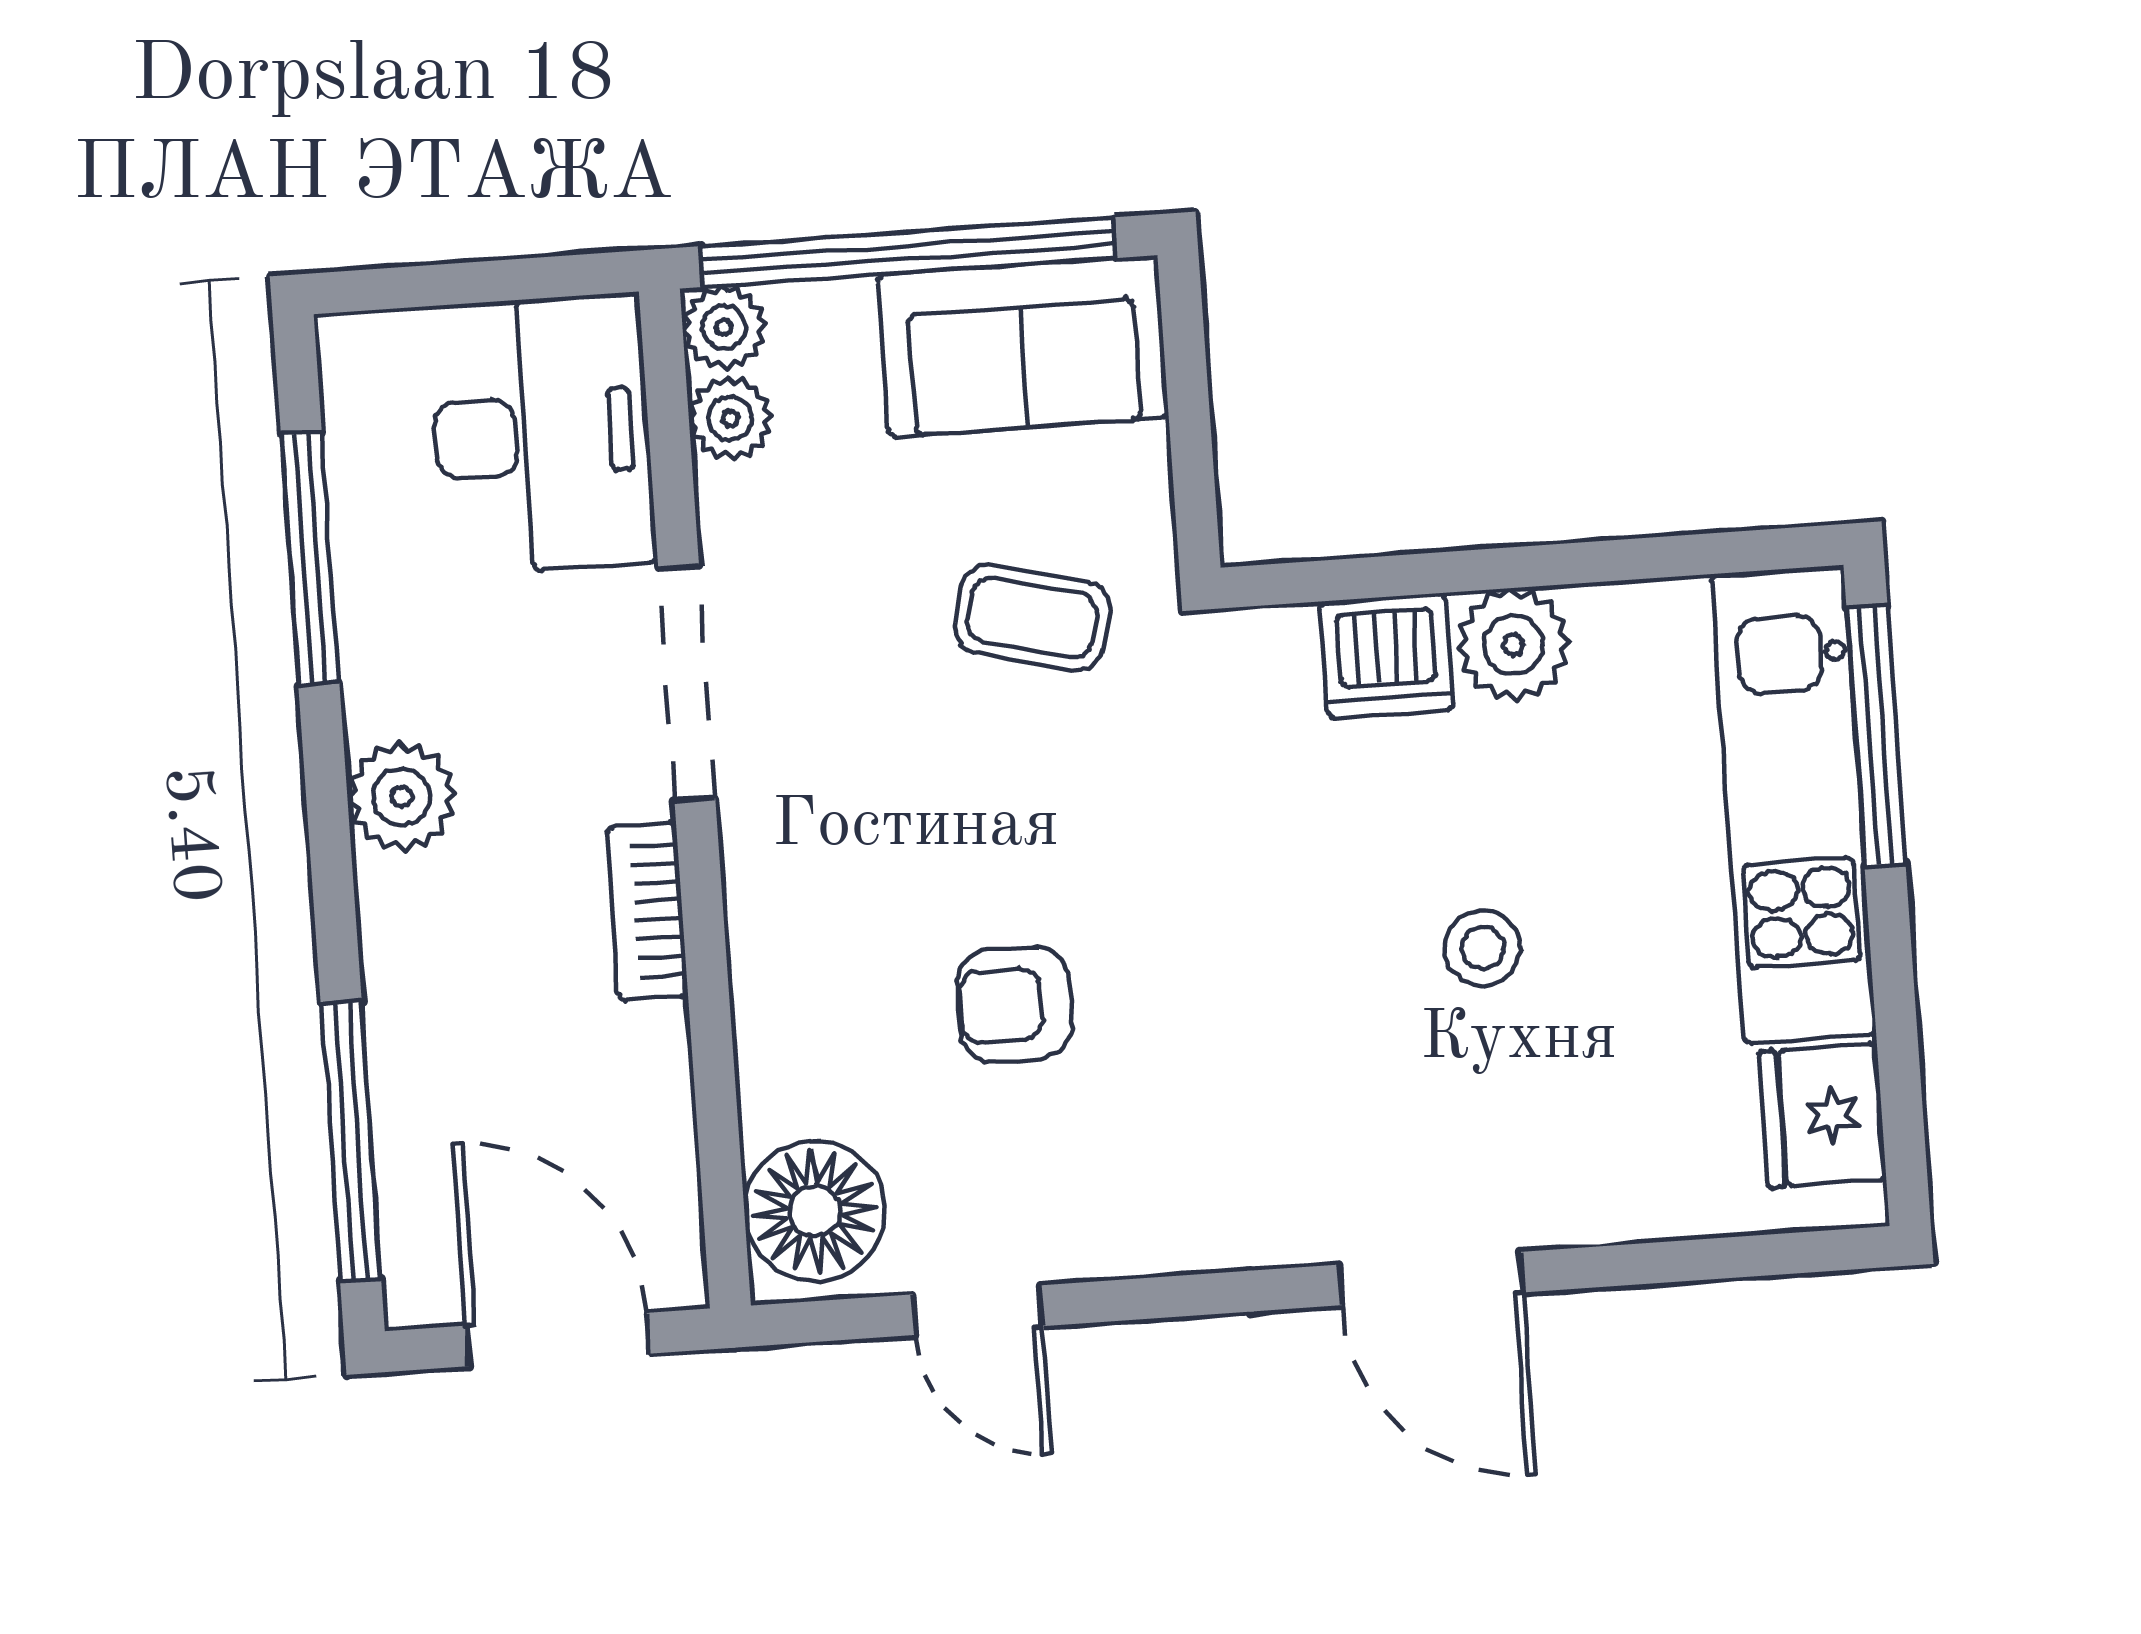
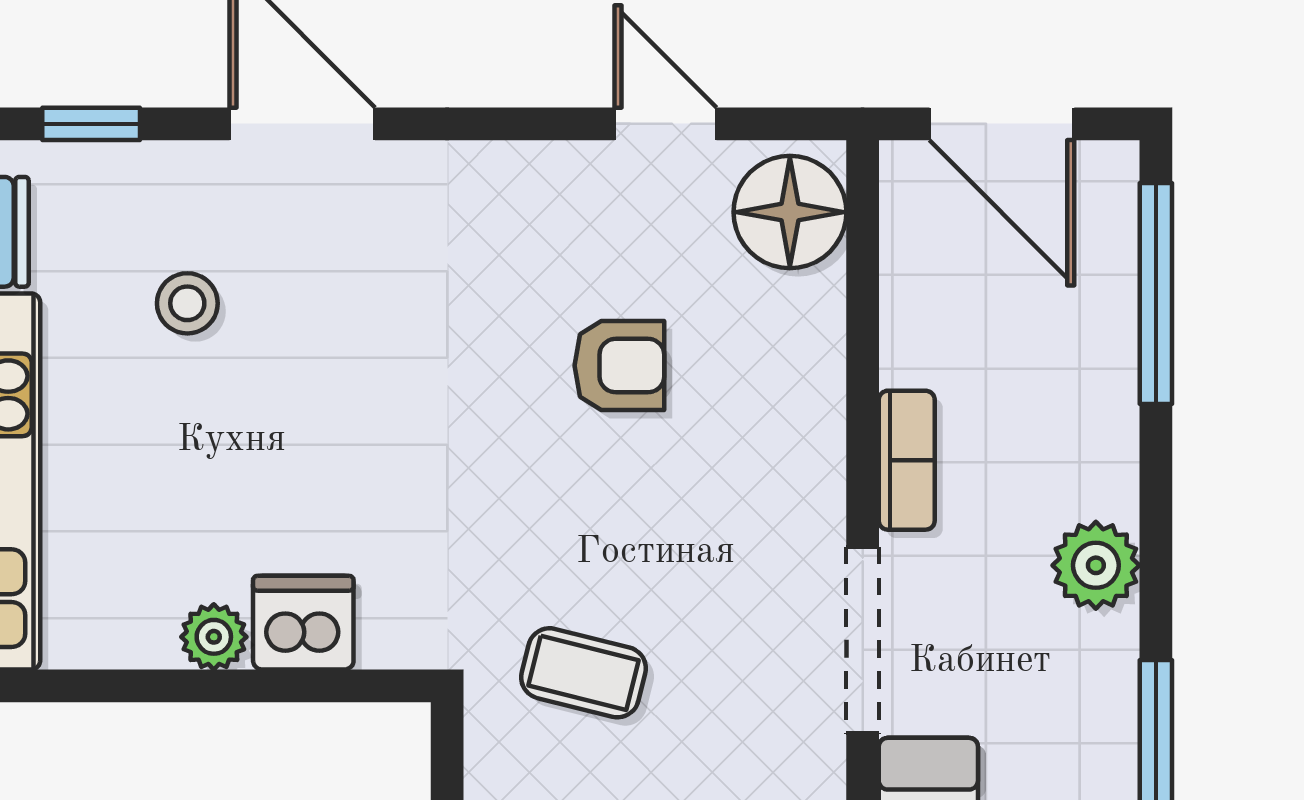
plant: (1513, 645) -> (214, 637), width x0.73, depth x0.73
stool: (1483, 948) -> (187, 303), moved
window: (1695, 1260) -> (91, 124), added

